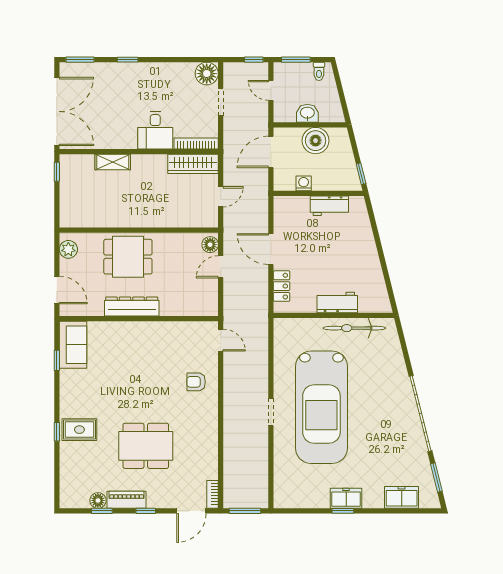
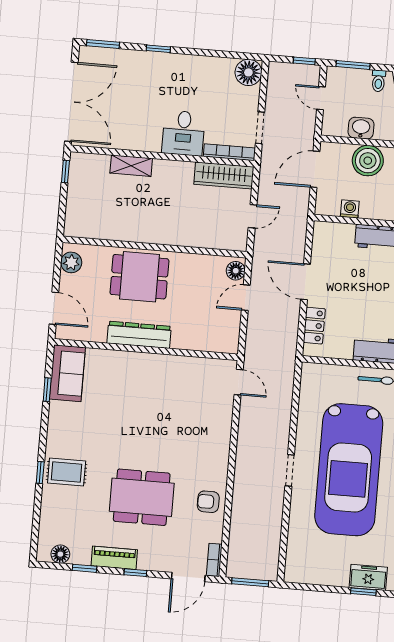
doorway: (221, 102) -> (260, 128), moved
armchair: (196, 382) -> (208, 502), moved
floor lamp: (98, 500) -> (60, 554), moved

